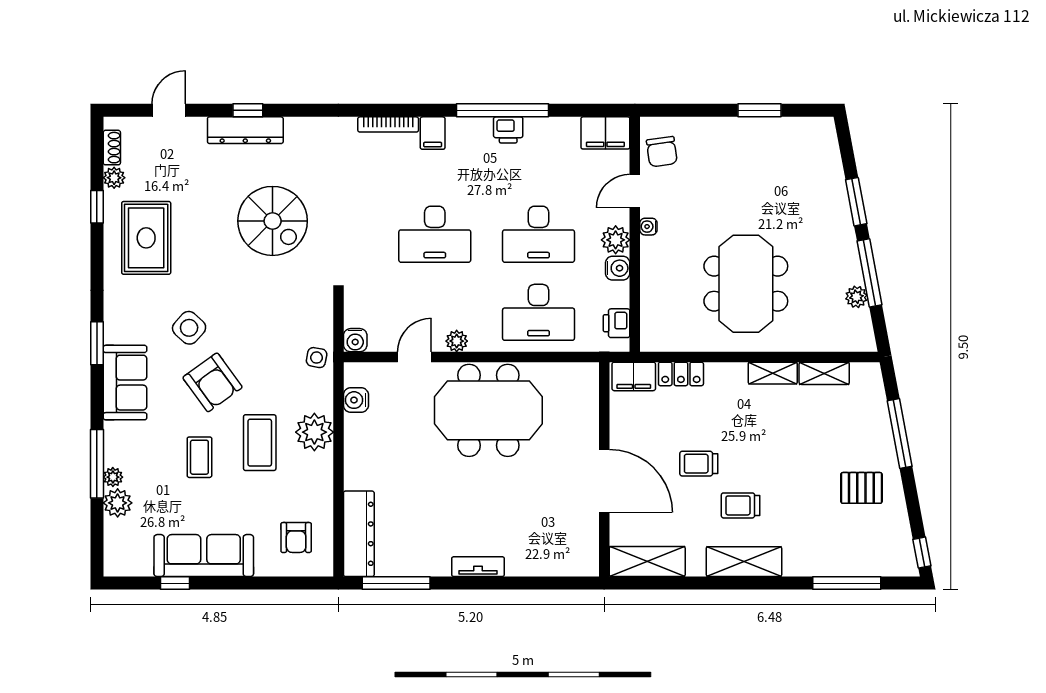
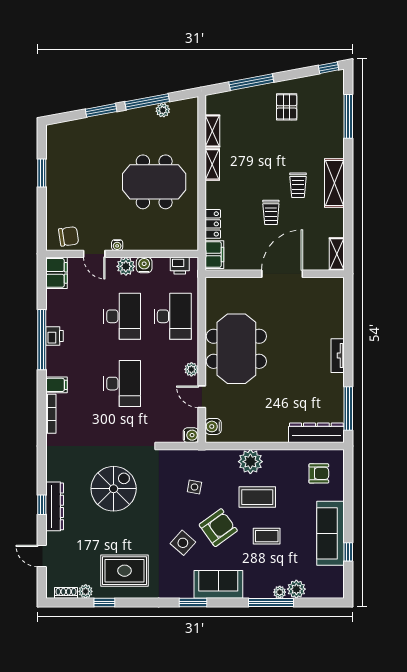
side table: (317, 358) -> (194, 487), moved
water cooler: (356, 400) -> (213, 426), moved, turned 90
shelving: (647, 561) -> (337, 254), width x0.67, depth x0.75

